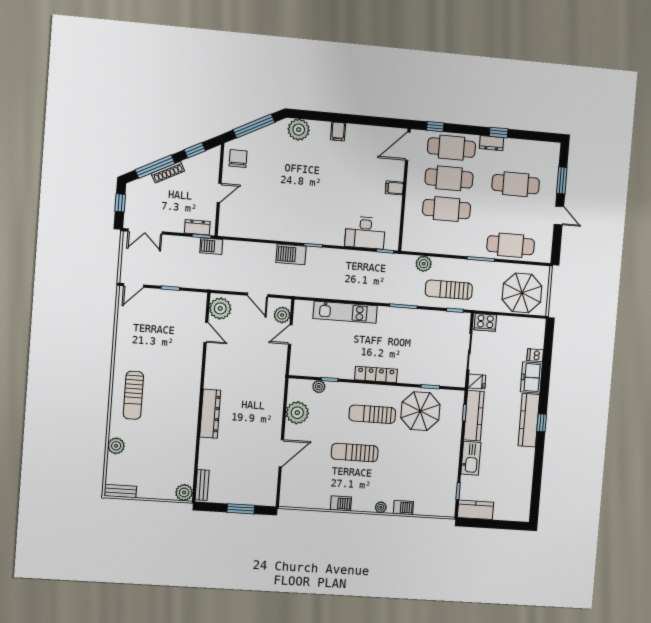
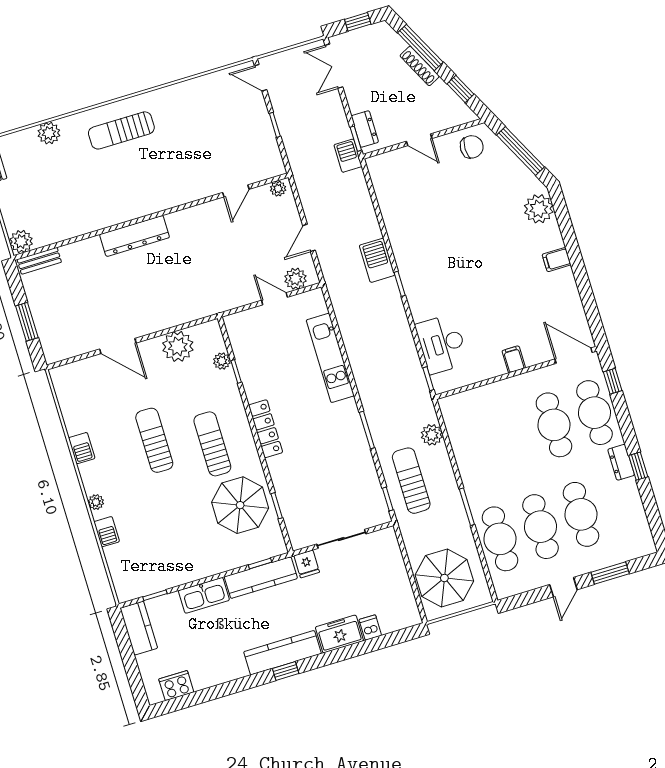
cafe table: (447, 209) -> (540, 527), moved
plant: (220, 308) -> (278, 189), width x0.53, depth x0.53
cooker: (485, 322) -> (176, 686), moved, turned 90

